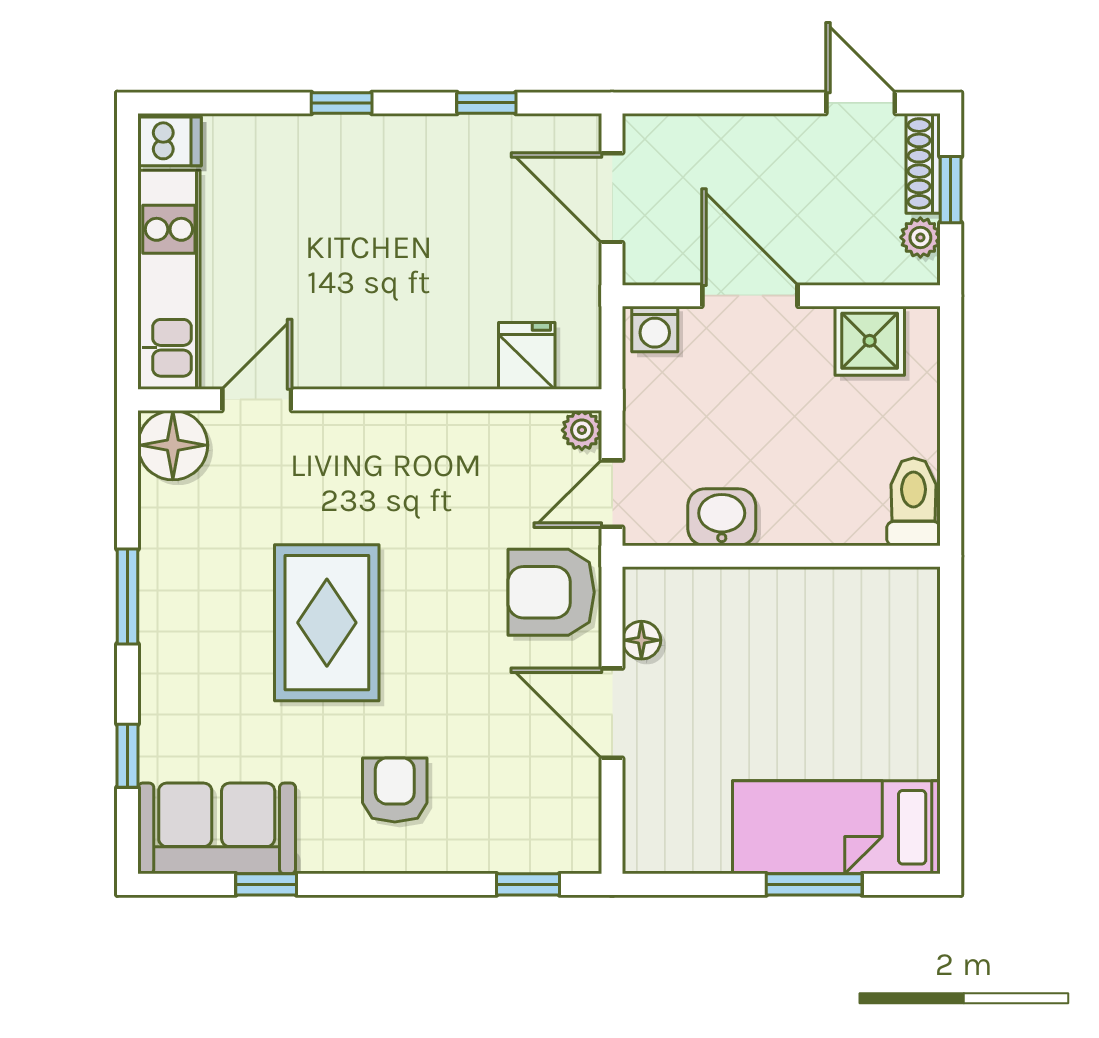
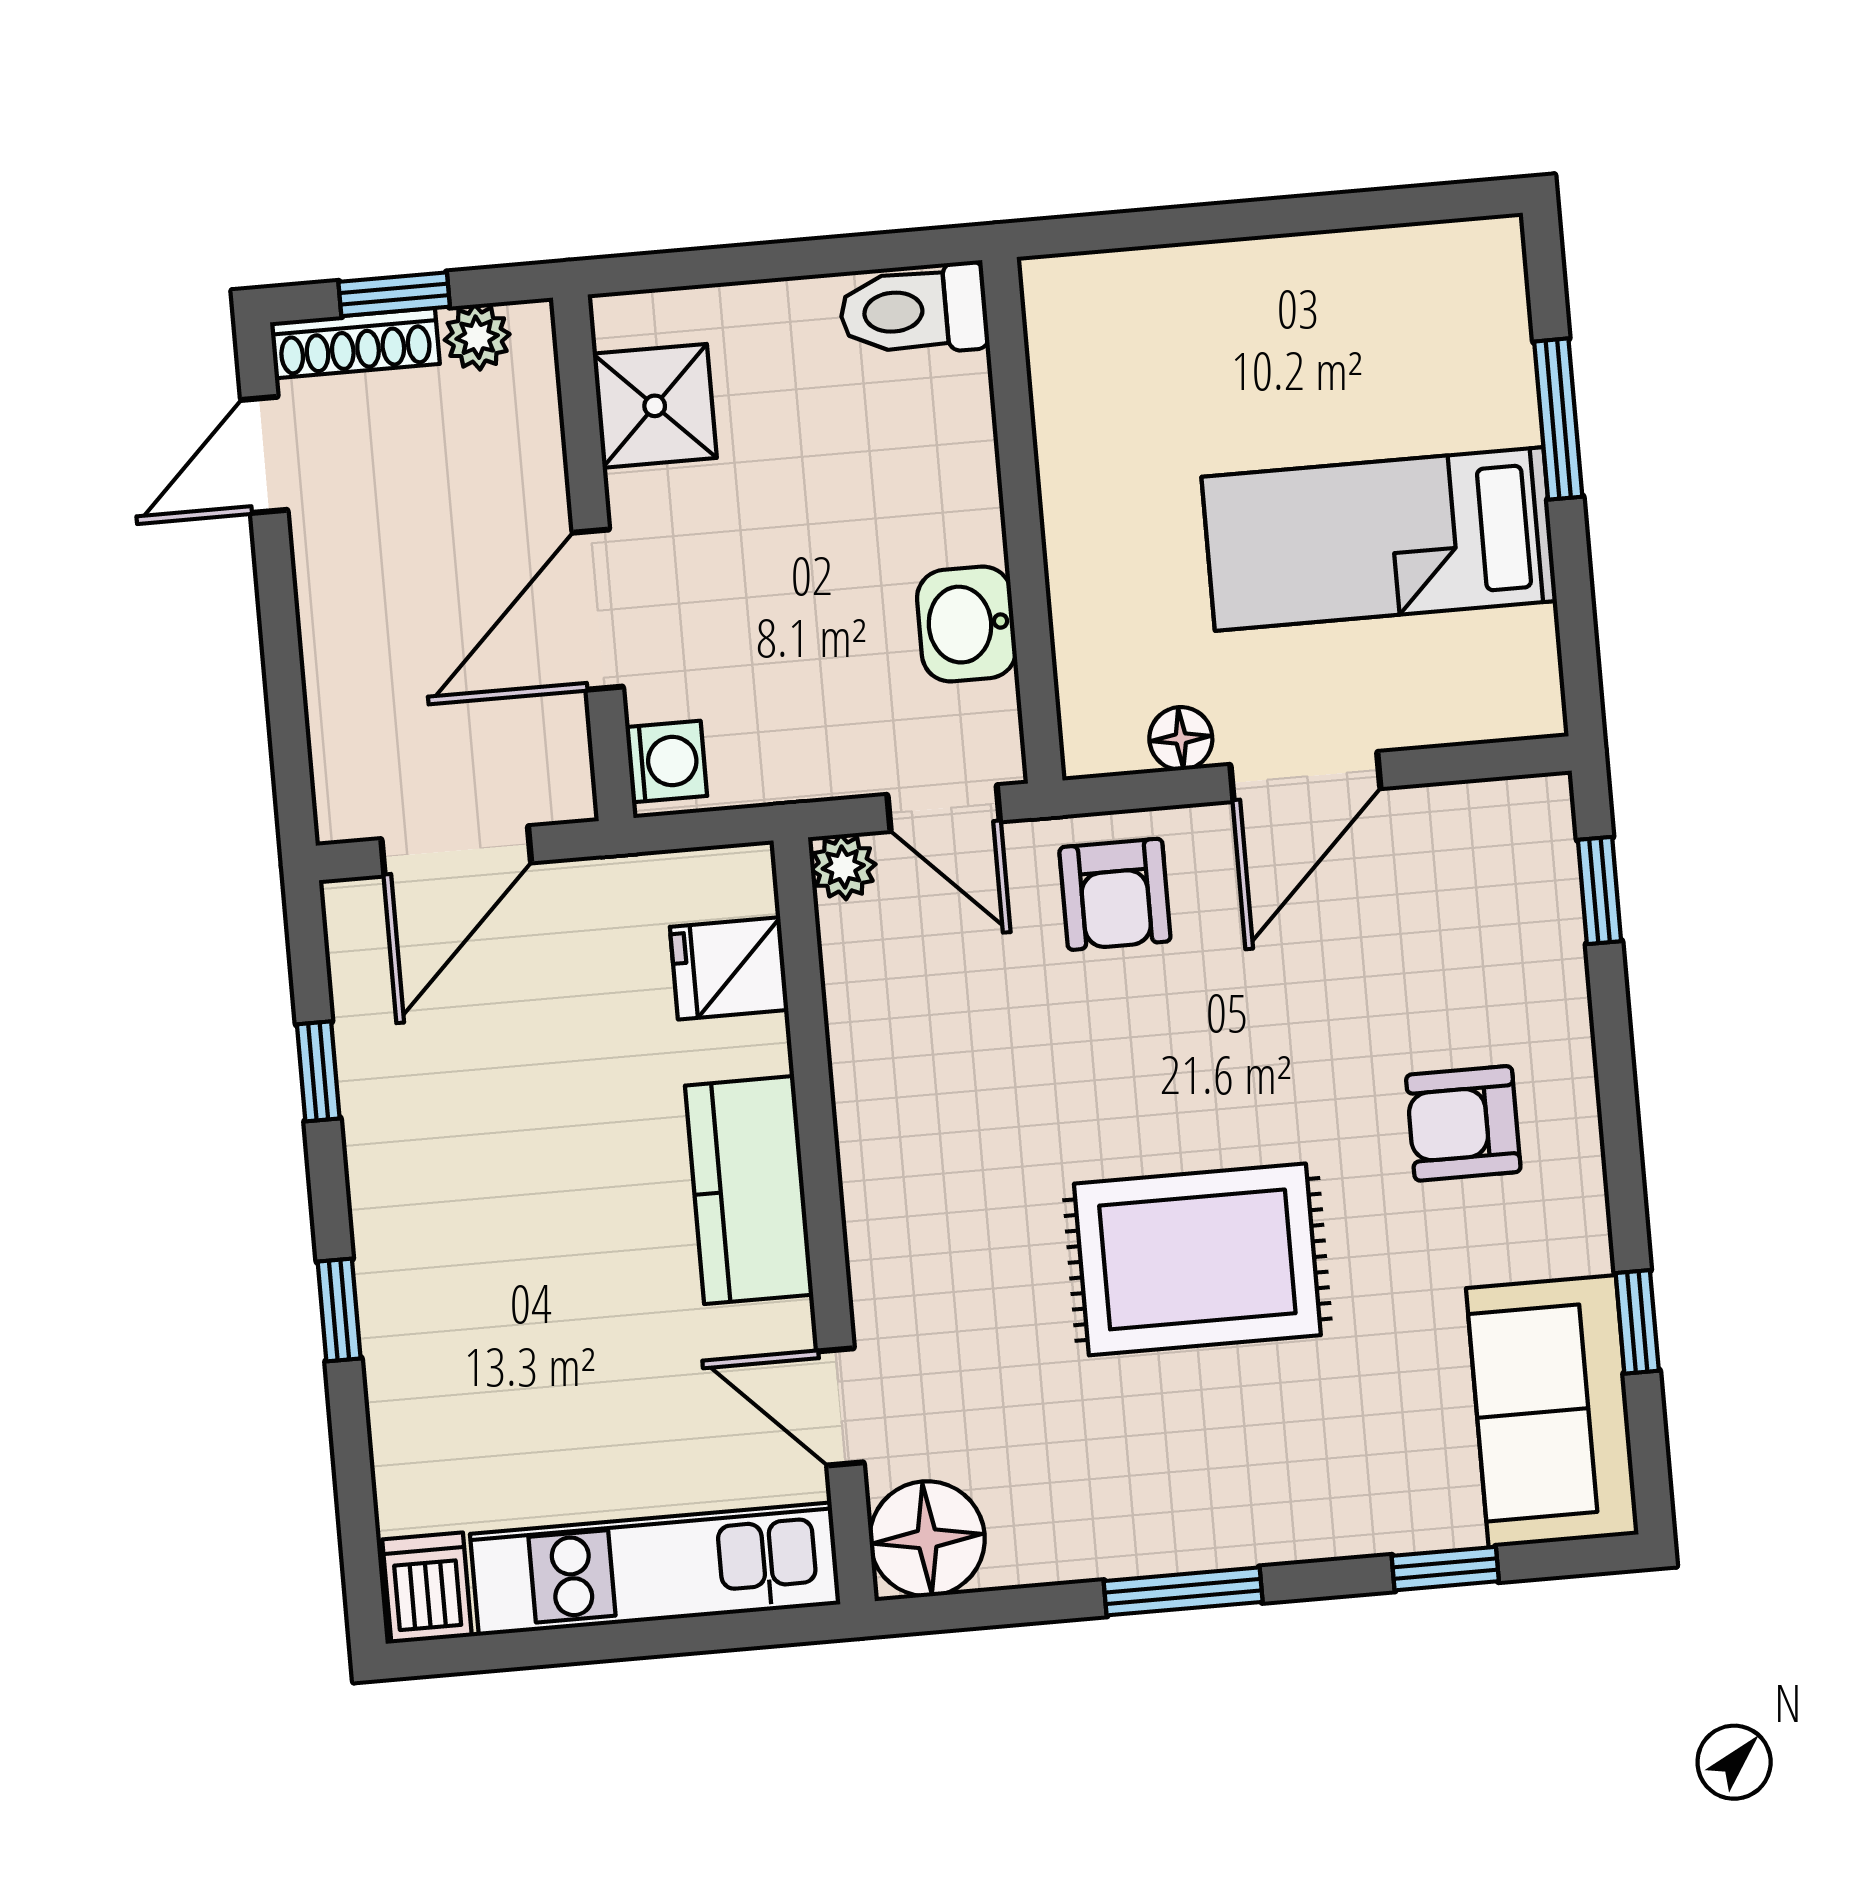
kitchen counter: (392, 356) -> (749, 1190), added
armchair: (551, 592) -> (1115, 894), width x0.72, depth x0.72
bed: (836, 827) -> (1379, 539), moved, turned 90

